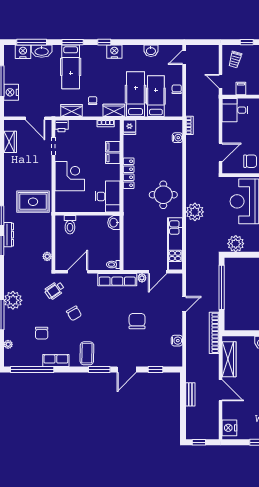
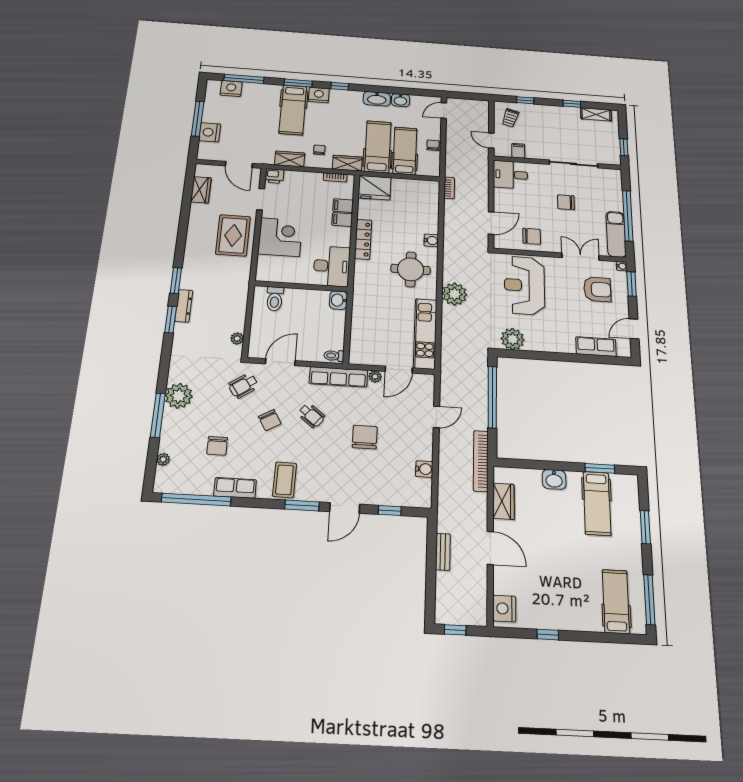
washbasin: (42, 51) -> (377, 99), moved
nightstand: (114, 52) -> (319, 95), moved
fridge: (129, 127) -> (375, 188), width x1.88, depth x1.34
water cooler: (177, 138) -> (431, 240), moved
rug: (33, 202) -> (233, 235), moved, turned 90
wheelchair: (101, 308) -> (311, 415), added
wardrobe: (229, 359) -> (503, 501), width x0.67

